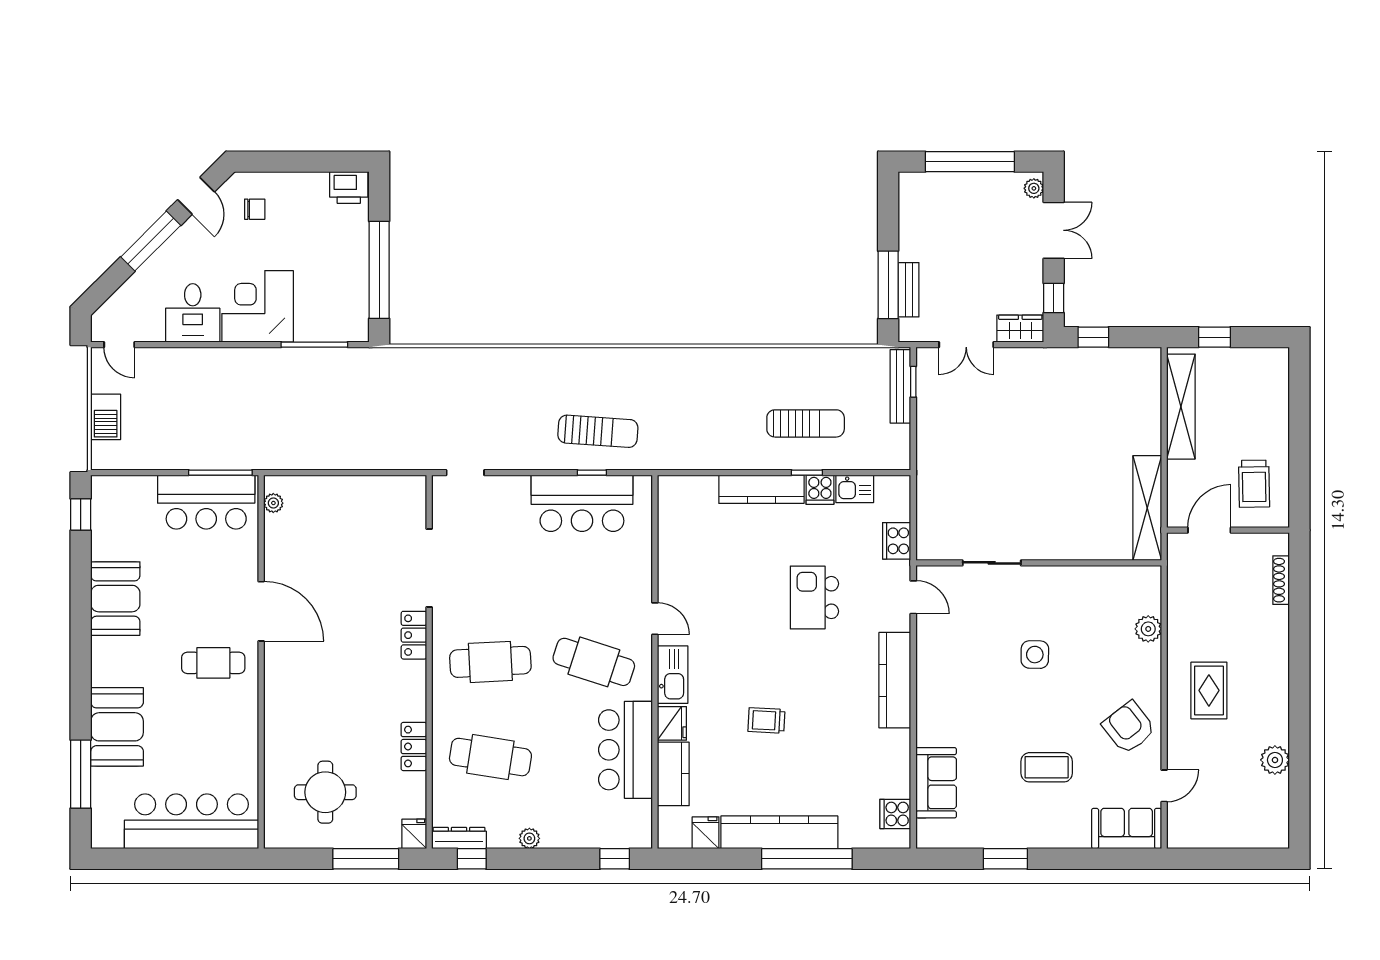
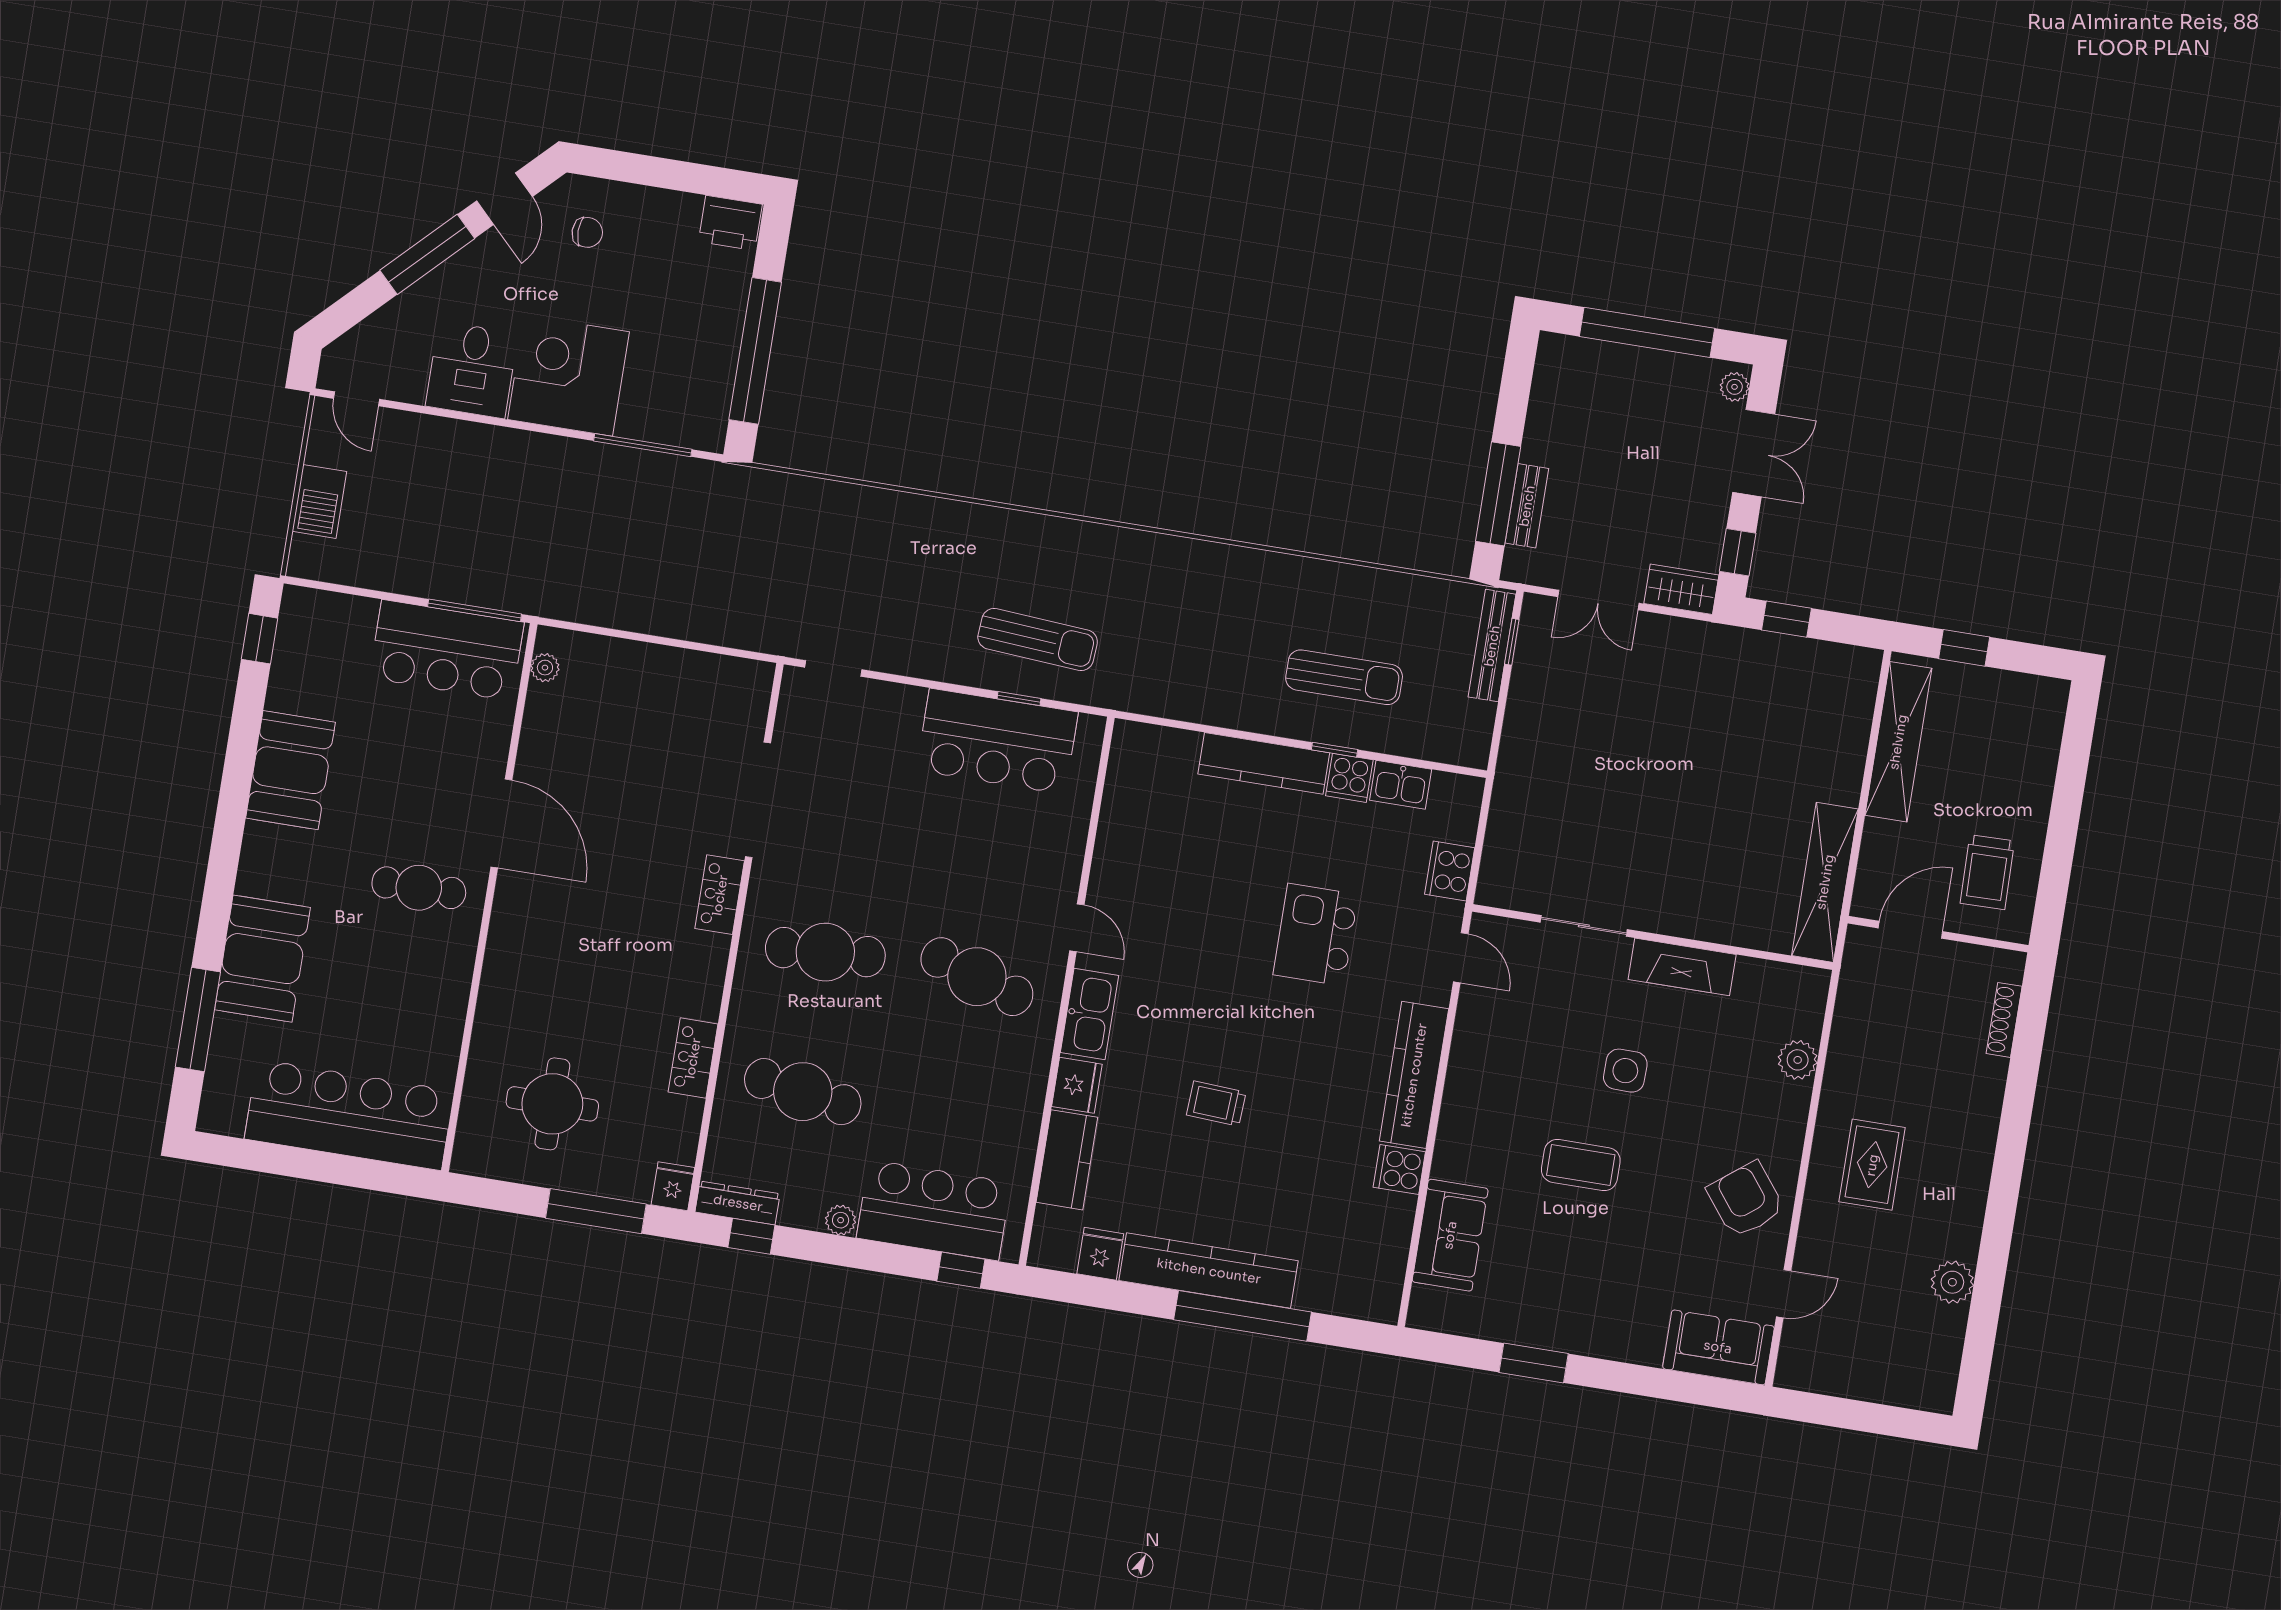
fireplace: (1061, 580) -> (1682, 967), added
bar counter: (625, 750) -> (934, 1210), moved, turned 90
coffee table: (1047, 767) -> (1581, 1165), moved
cooker: (895, 814) -> (1399, 1169), moved

